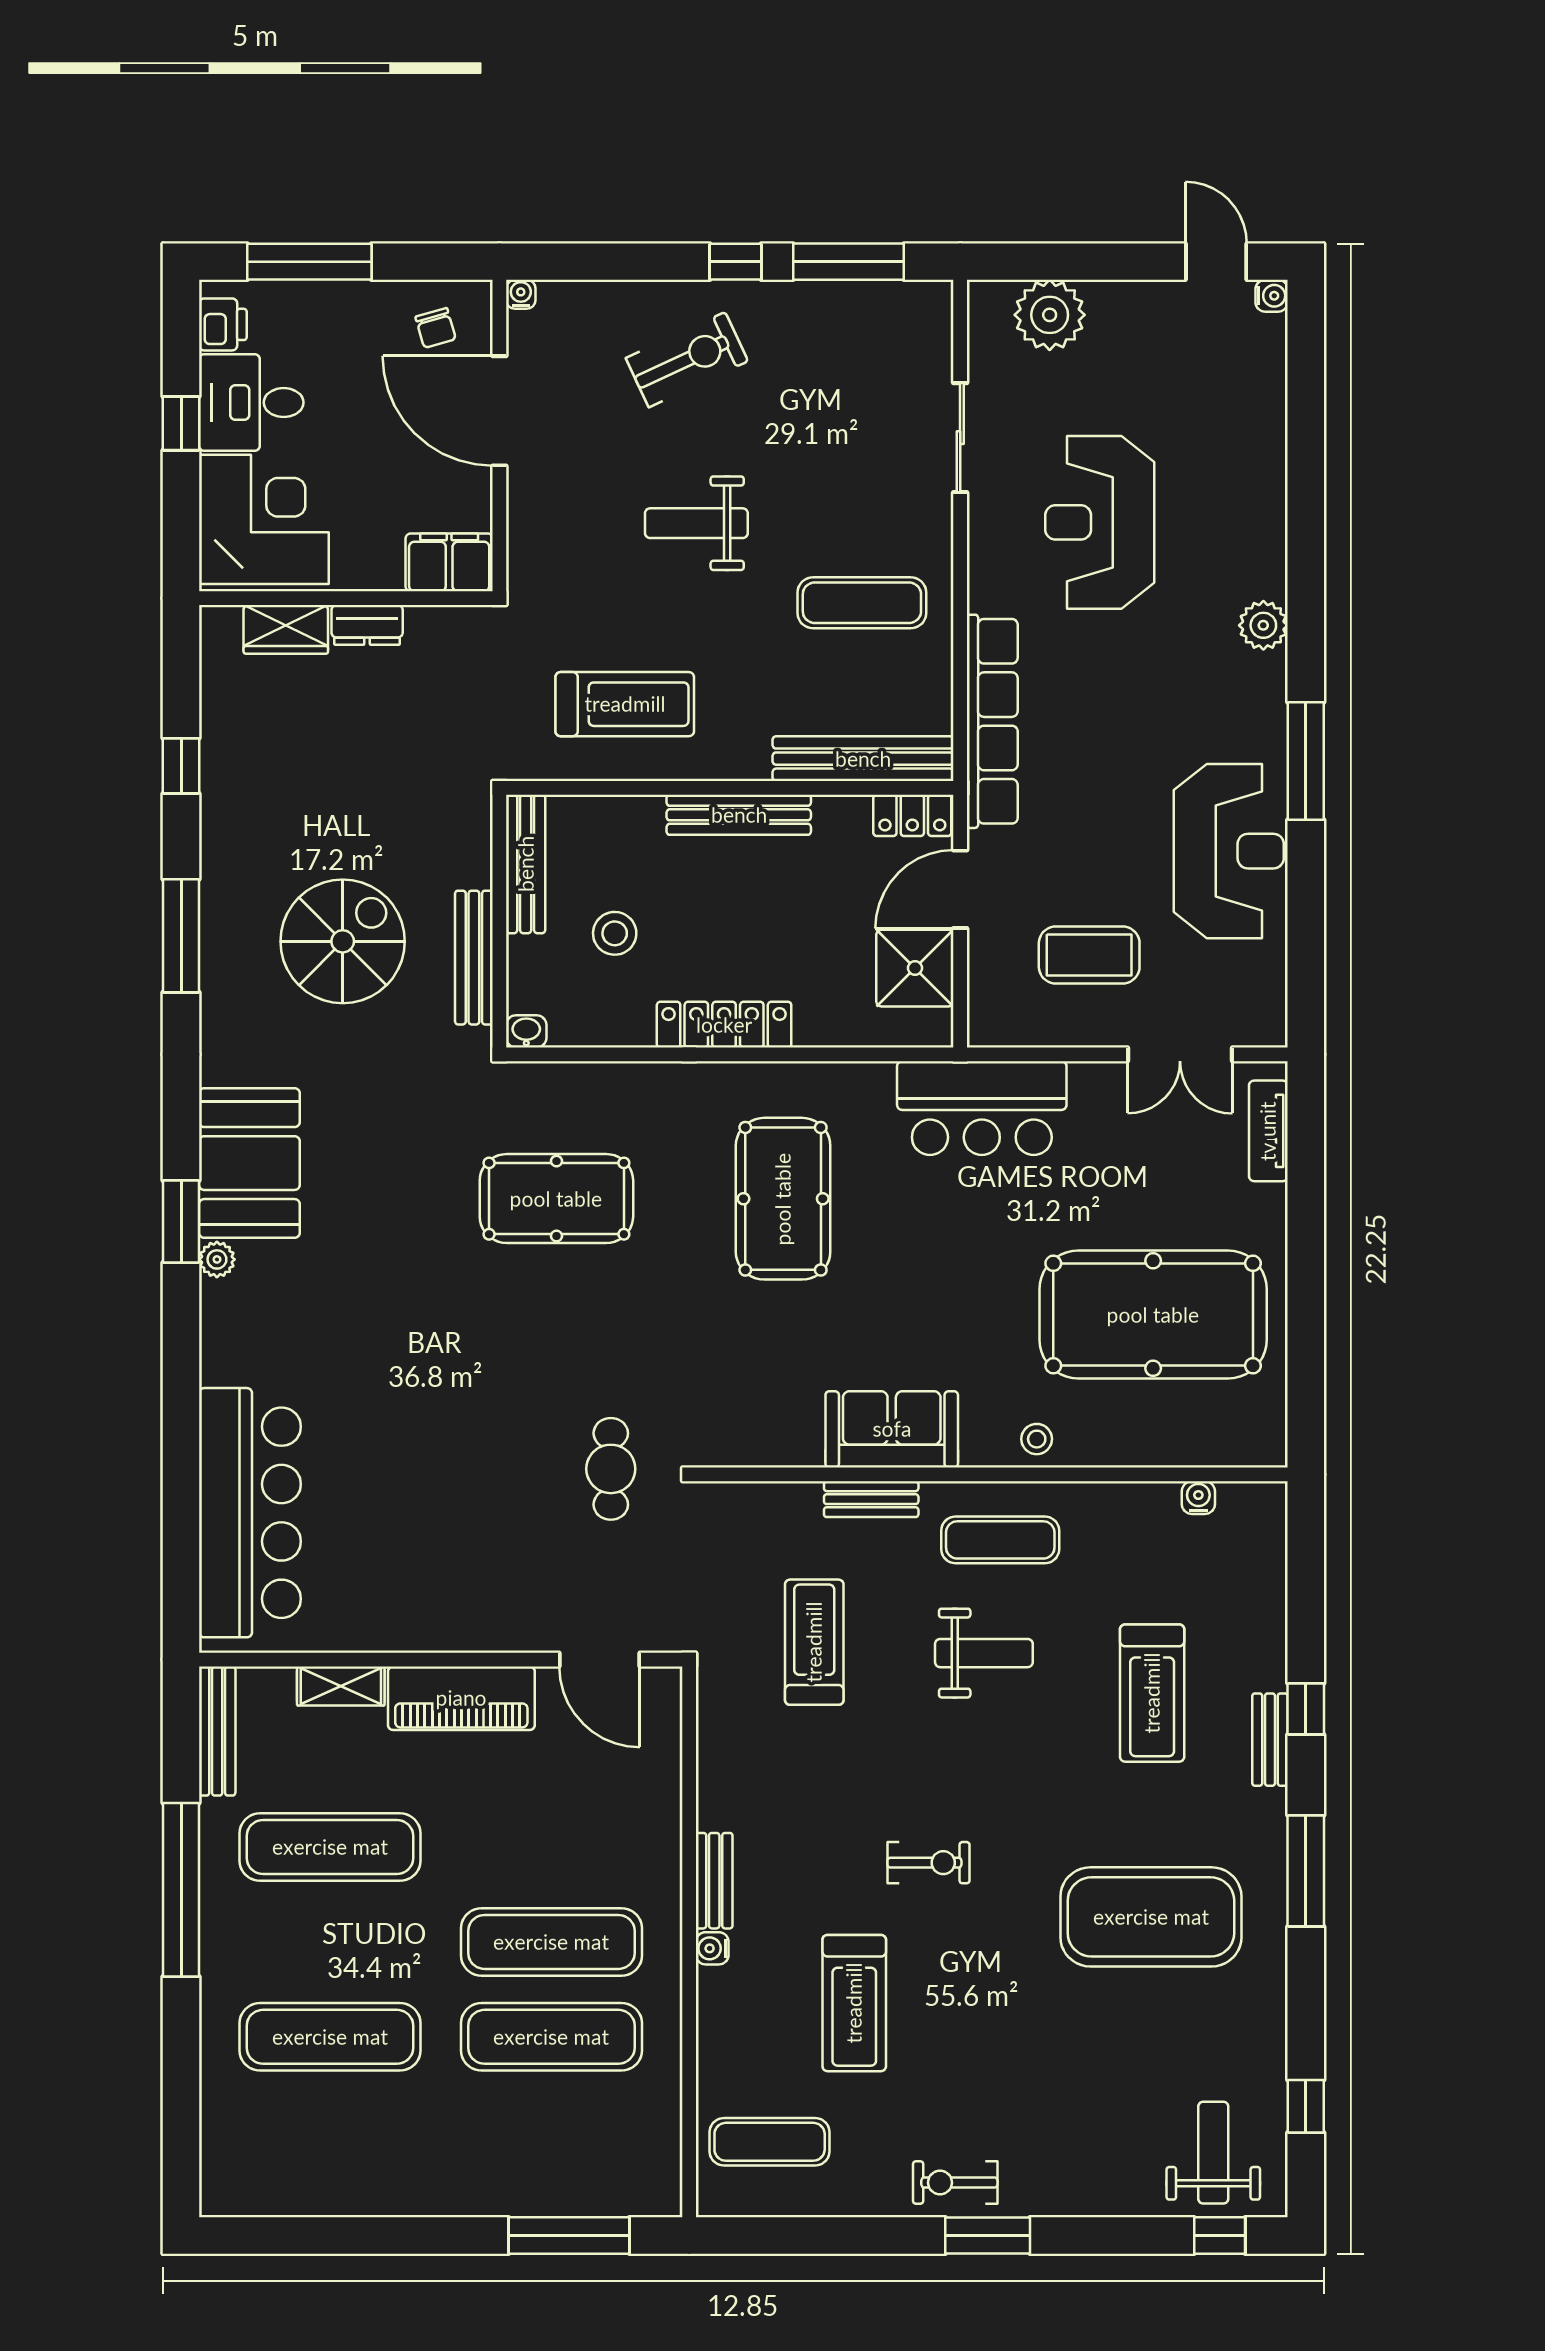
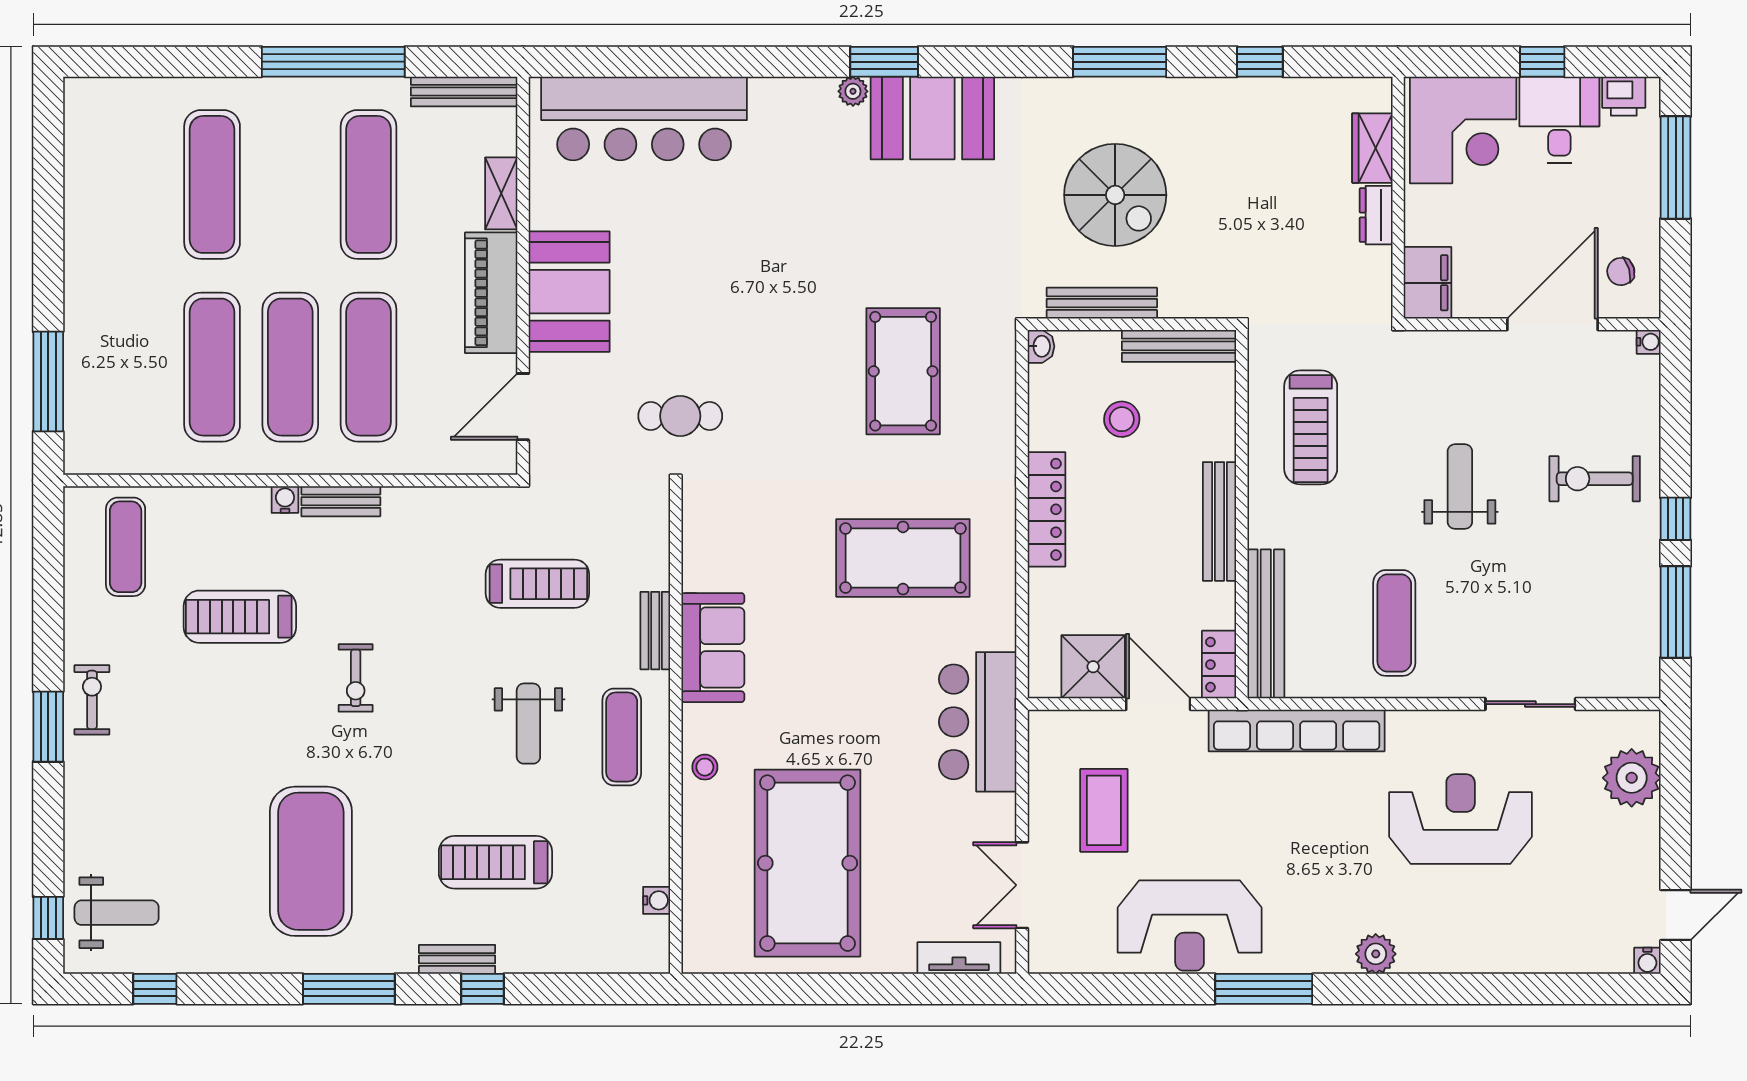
exercise bike: (687, 360) -> (1595, 479), turned 115
booth: (460, 1604) -> (569, 292), added
exercise mat: (551, 1847) -> (369, 367), added

